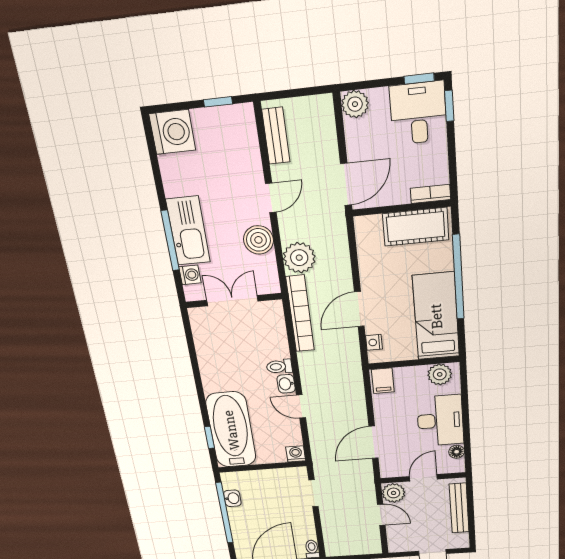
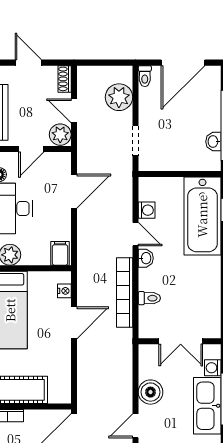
plant: (299, 258) -> (119, 97), moved
bookcase: (300, 314) -> (125, 293), moved
toilet: (279, 367) -> (149, 298), moved
washing machine: (296, 454) -> (147, 210), moved, turned -90
shoe rack: (394, 541) -> (65, 79), added

